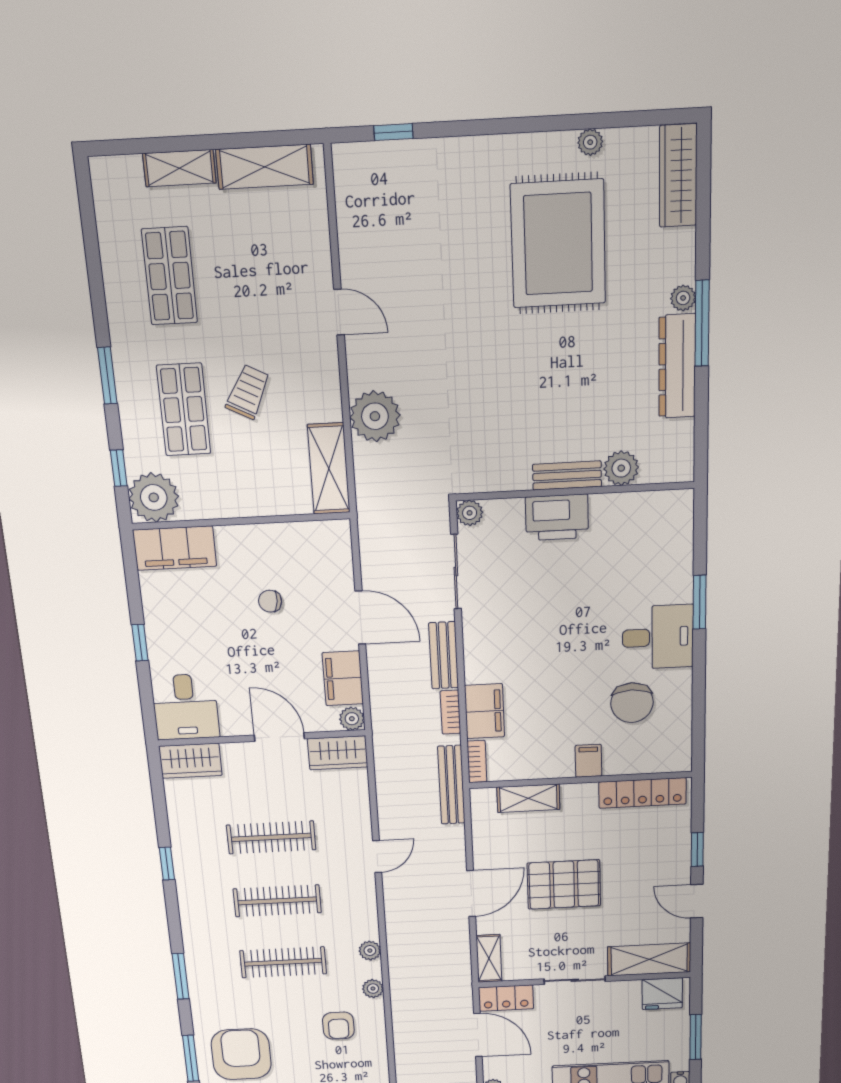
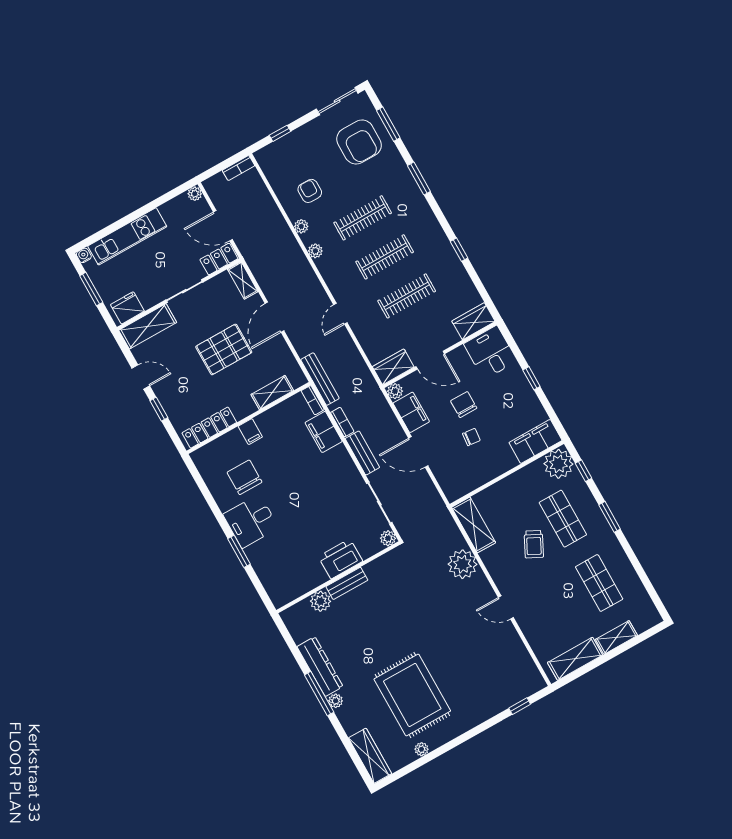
chair: (259, 653) -> (464, 405), added

